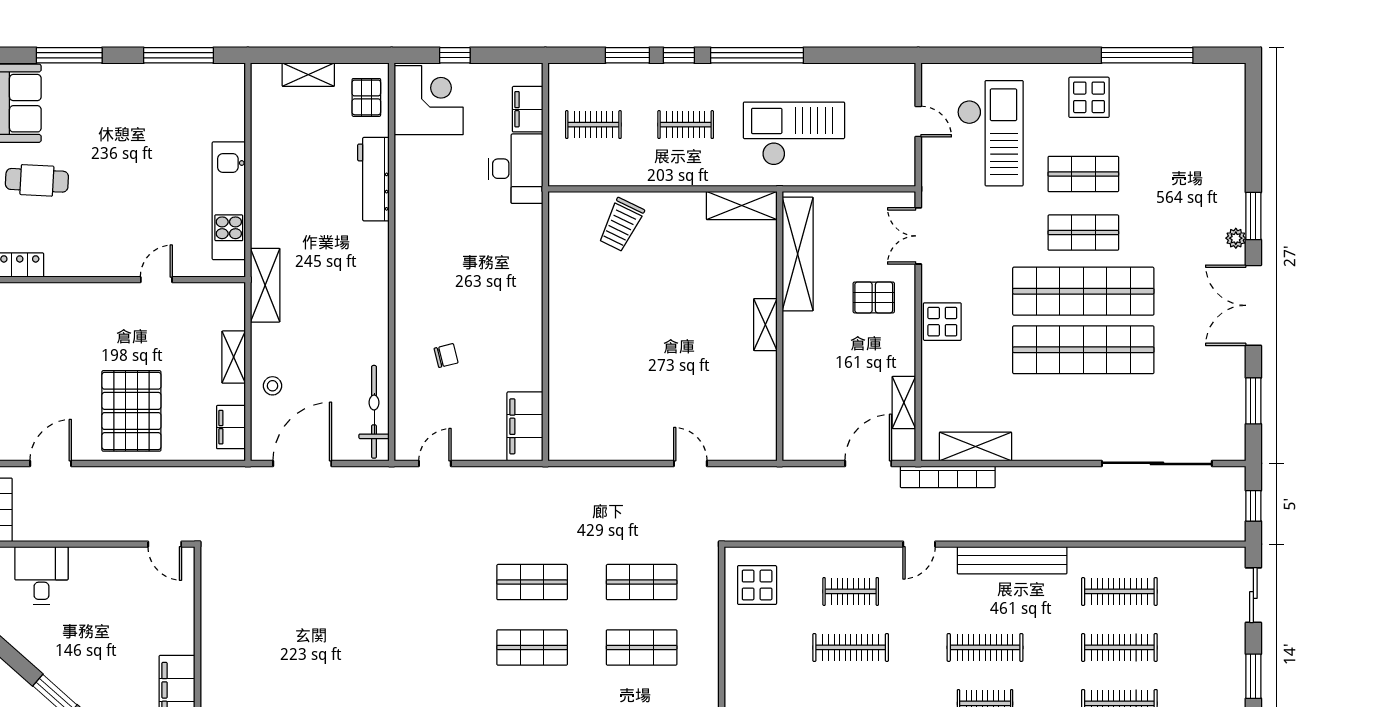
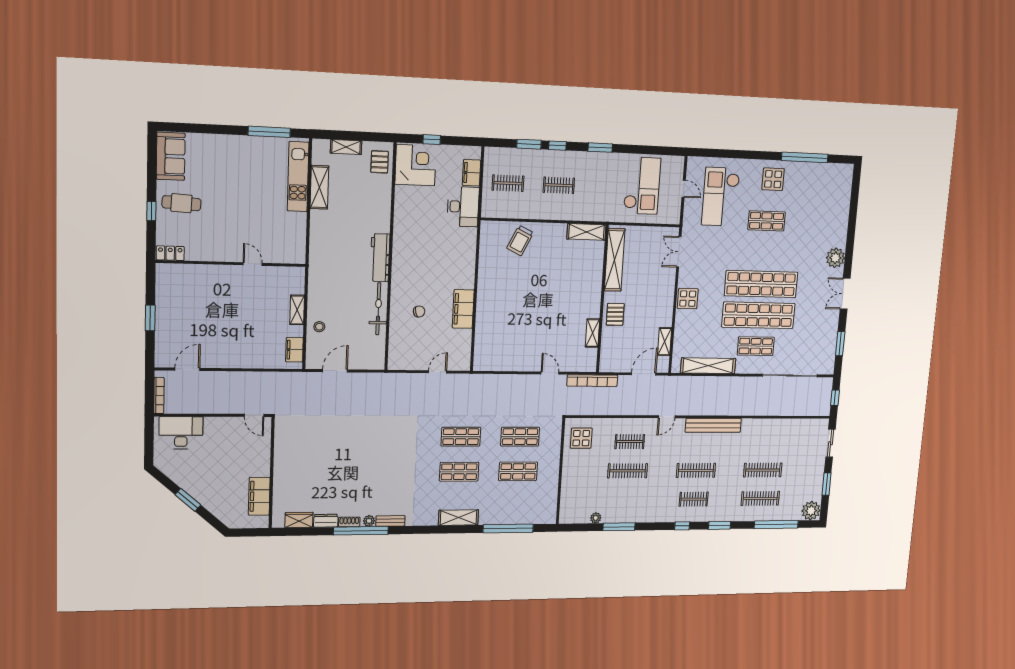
window: (69, 55) -> (202, 129), removed
window: (757, 55) -> (600, 148), width x0.47
checkout: (990, 133) -> (721, 197), turned 180
checkout: (794, 134) -> (642, 186), moved, turned 90
workbench: (373, 179) -> (380, 258), moved
kitchen unit: (229, 201) -> (298, 177), moved
window: (1253, 216) -> (850, 246), removed
shop shelf: (1083, 233) -> (756, 346), moved
plant: (1236, 238) -> (835, 258), width x1.87, depth x1.87
door: (156, 280) -> (253, 264), hinge flipped
shelving: (265, 285) -> (319, 187), moved
pallet: (874, 297) -> (615, 314), moved, turned 90
double door: (1253, 305) -> (845, 294), width x0.73
shelving: (765, 325) -> (593, 333), moved
pallet: (131, 411) -> (236, 340), removed
bicycle: (374, 412) -> (378, 309), moved
filing cabinet: (525, 426) -> (463, 309), moved
shelving: (975, 446) -> (708, 366), width x1.47
door: (302, 463) -> (335, 371), width x0.73
door: (435, 463) -> (438, 372), moved
bookcase: (948, 477) -> (592, 381), moved
desk: (41, 575) -> (181, 433), width x1.37
clothes rail: (1119, 591) -> (765, 441), removed

